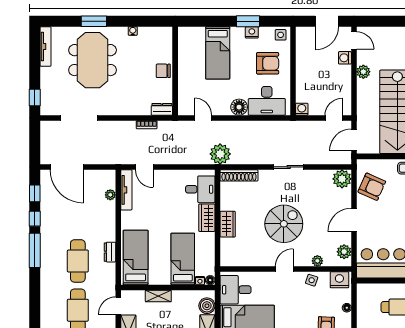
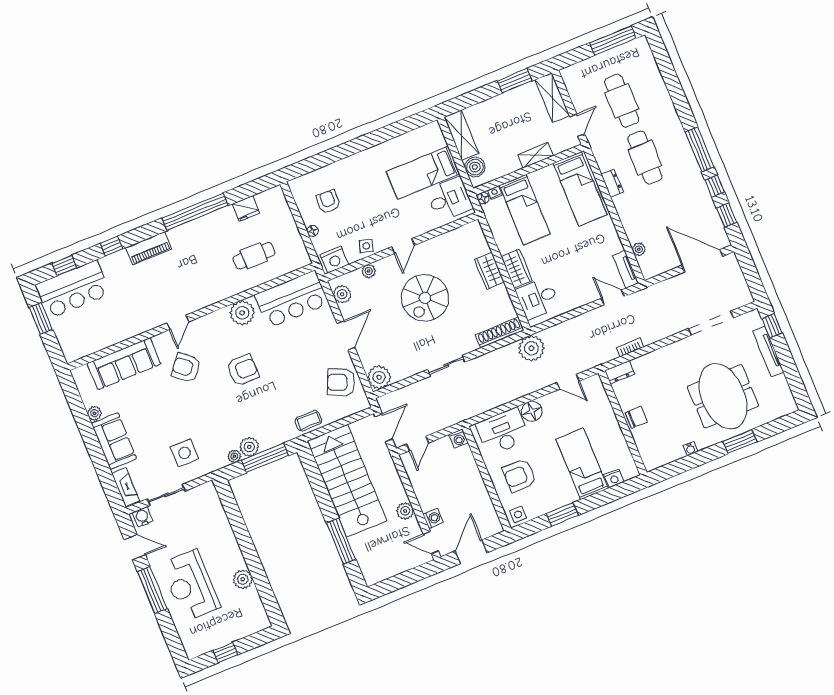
nightstand: (252, 32) -> (614, 478), moved
tv unit: (45, 47) -> (768, 351), moved
tv unit: (126, 190) -> (625, 269), width x0.71

